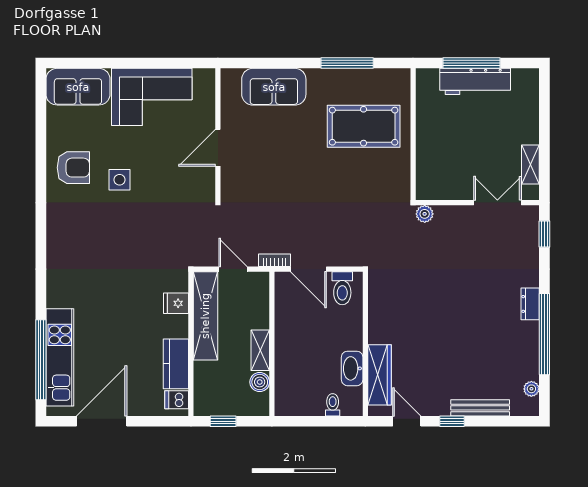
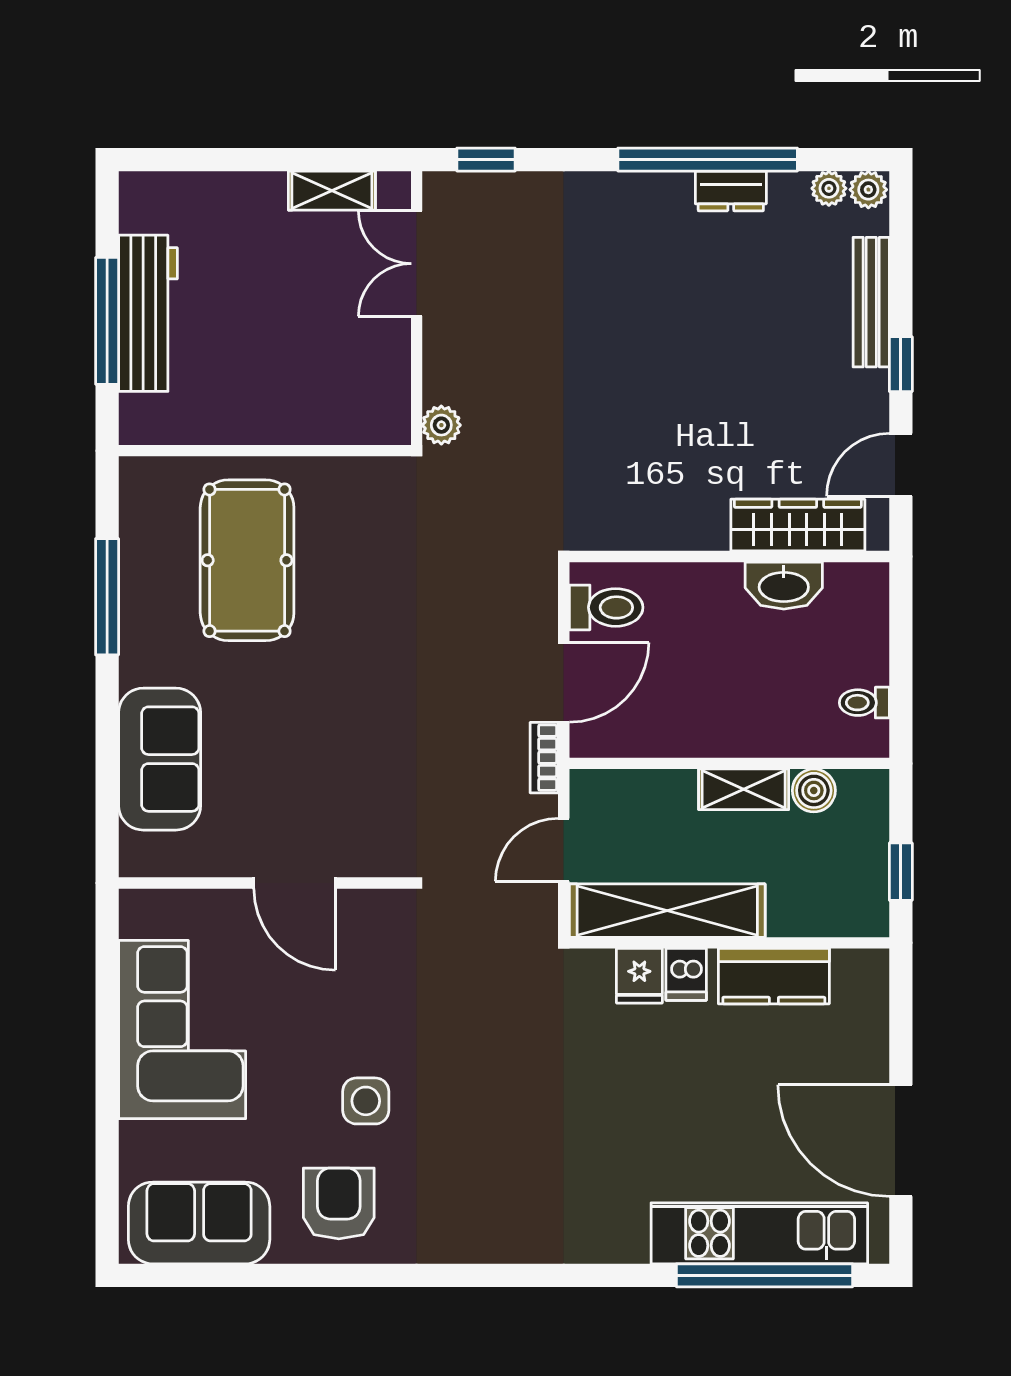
sofa: (78, 87) -> (199, 1223), moved, turned -90
dresser: (530, 304) -> (731, 191), moved
dishwasher: (177, 400) -> (686, 974), moved
toilet: (333, 405) -> (864, 703), moved
plant: (531, 407) -> (868, 190), added

